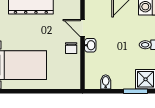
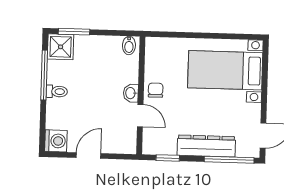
bidet: (106, 82) -> (129, 45), moved

